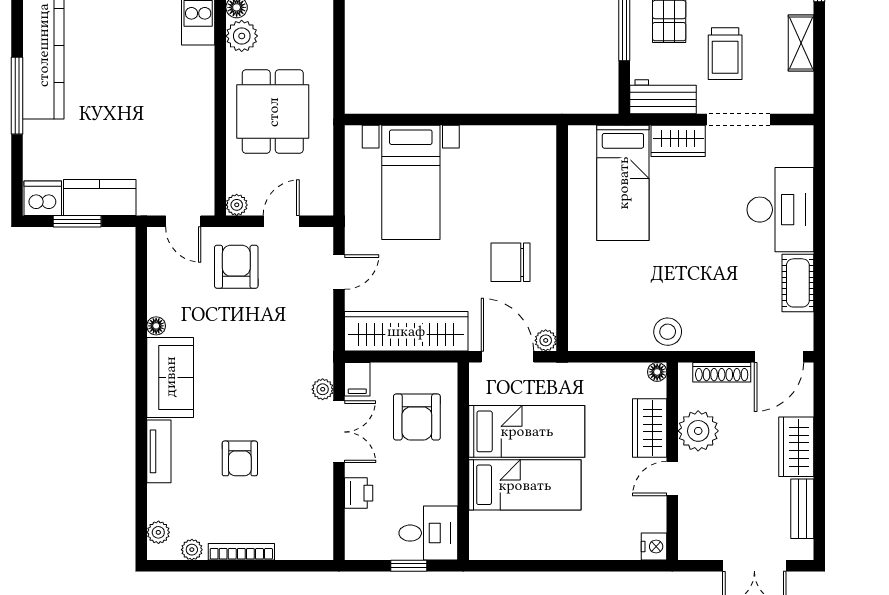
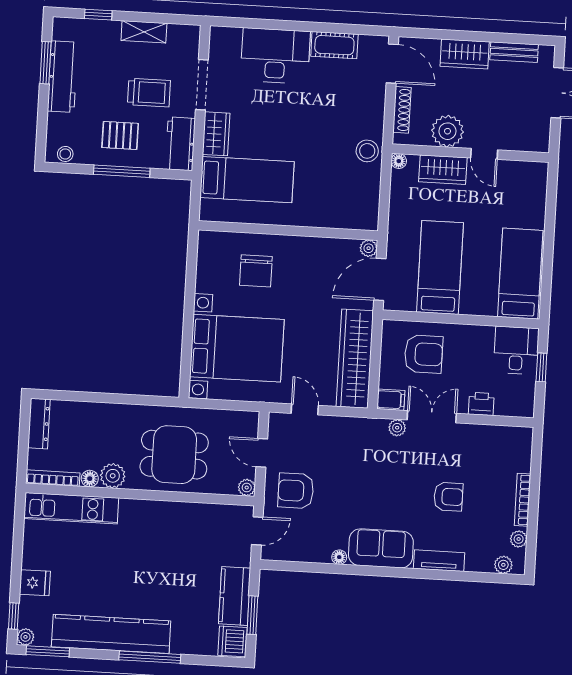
bed with nightstands: (411, 182) -> (237, 348), width x1.36
chair: (510, 262) -> (256, 271), moved
bed: (525, 485) -> (520, 274), moved
nightstand: (654, 546) -> (537, 172), removed

